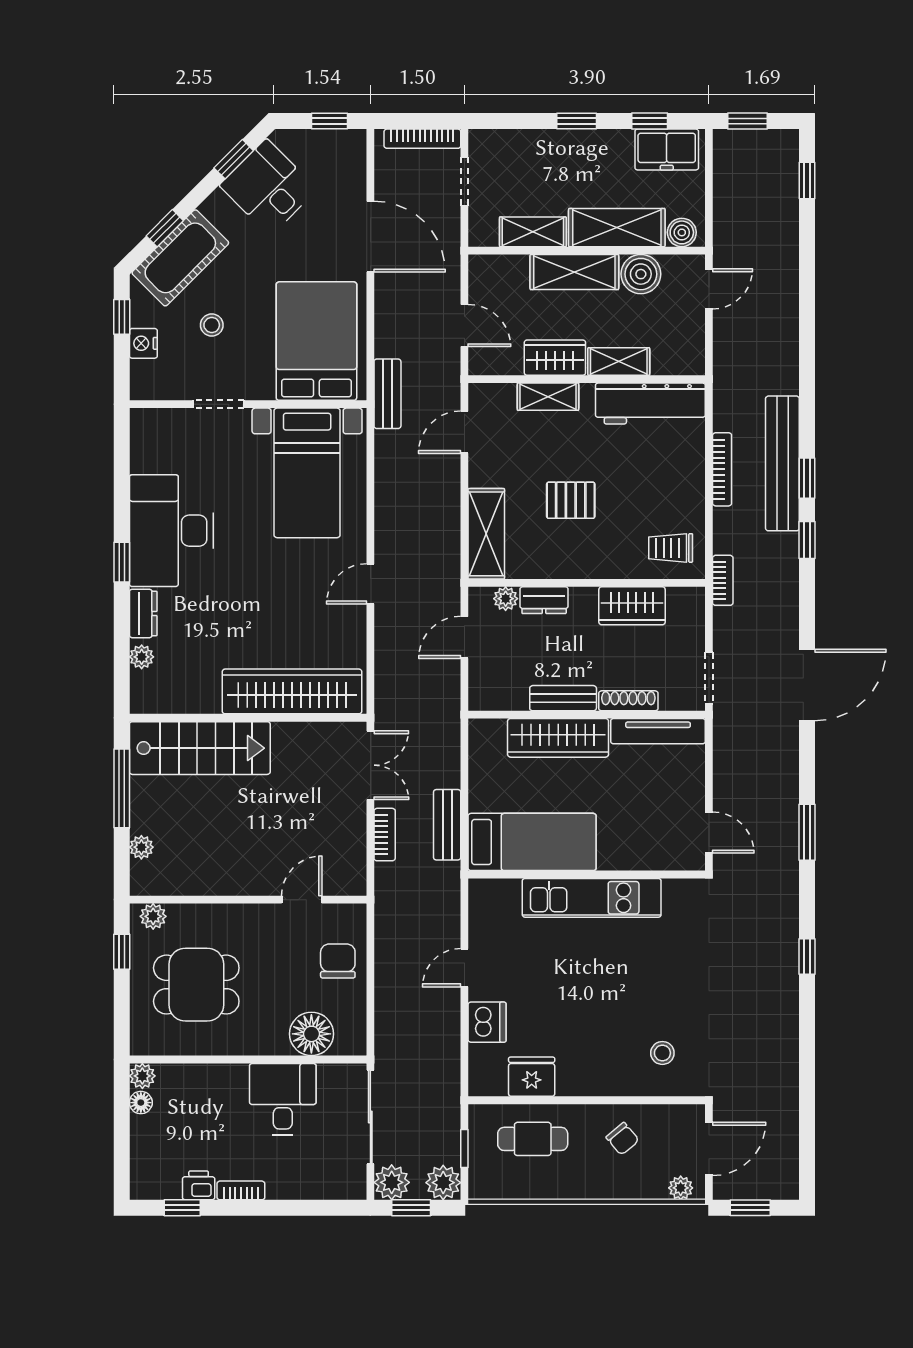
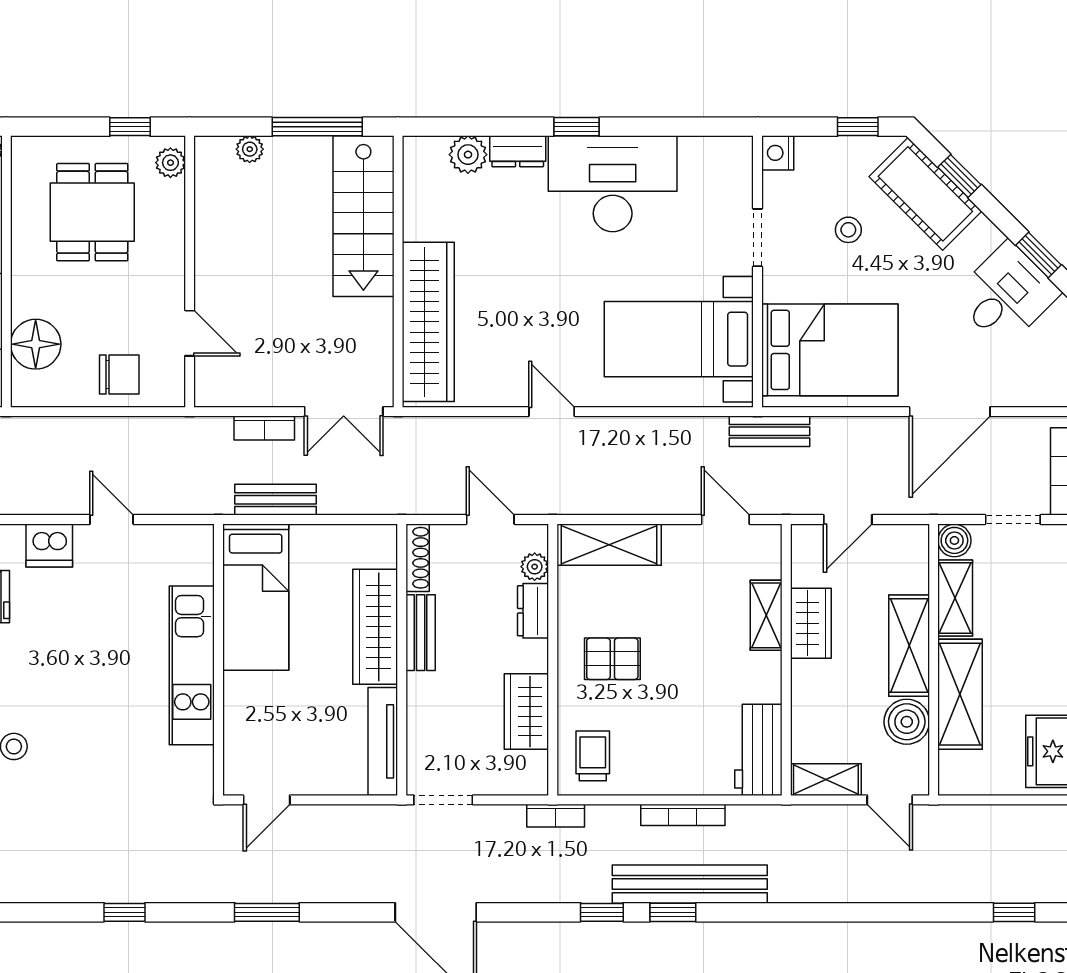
boiler: (682, 232) -> (954, 540), moved
nightstand: (143, 343) -> (778, 153), moved, turned -90
shelving: (619, 361) -> (826, 780), moved, turned 90
workbench: (650, 403) -> (758, 750), width x0.73
pallet: (571, 500) -> (612, 659), moved, turned 90
plant: (142, 657) -> (468, 155), width x1.38, depth x1.38
shoe rack: (628, 701) -> (418, 558), moved

